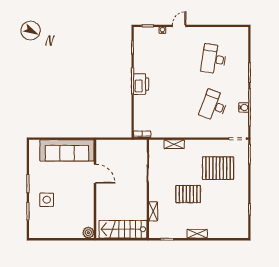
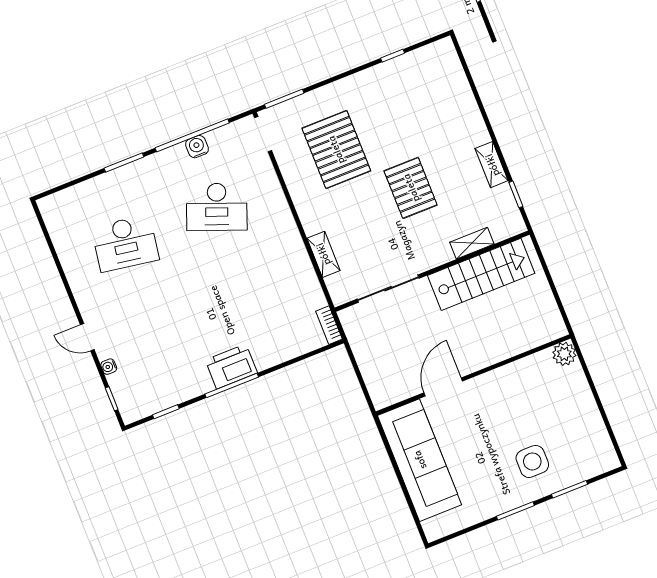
stairs: (123, 229) -> (481, 274), moved, turned -90
shelving: (197, 234) -> (492, 165), moved

